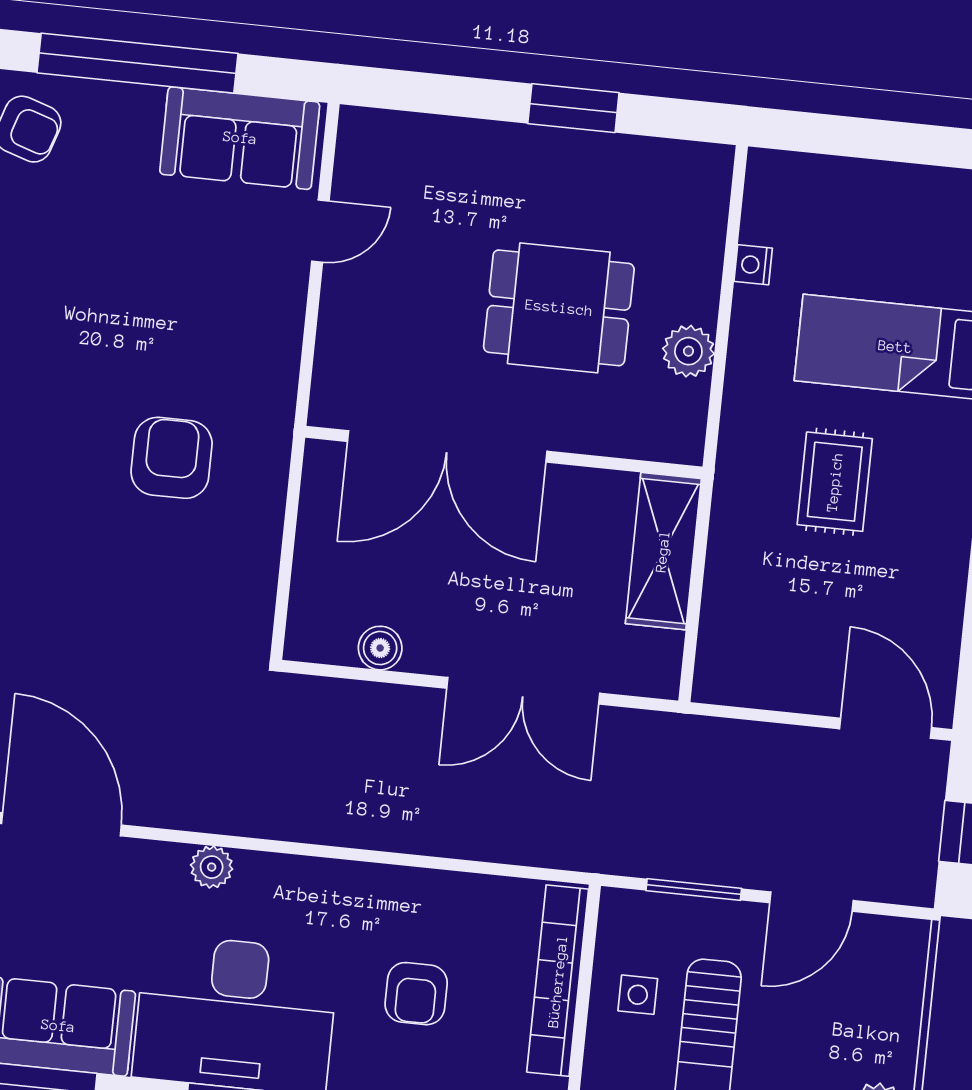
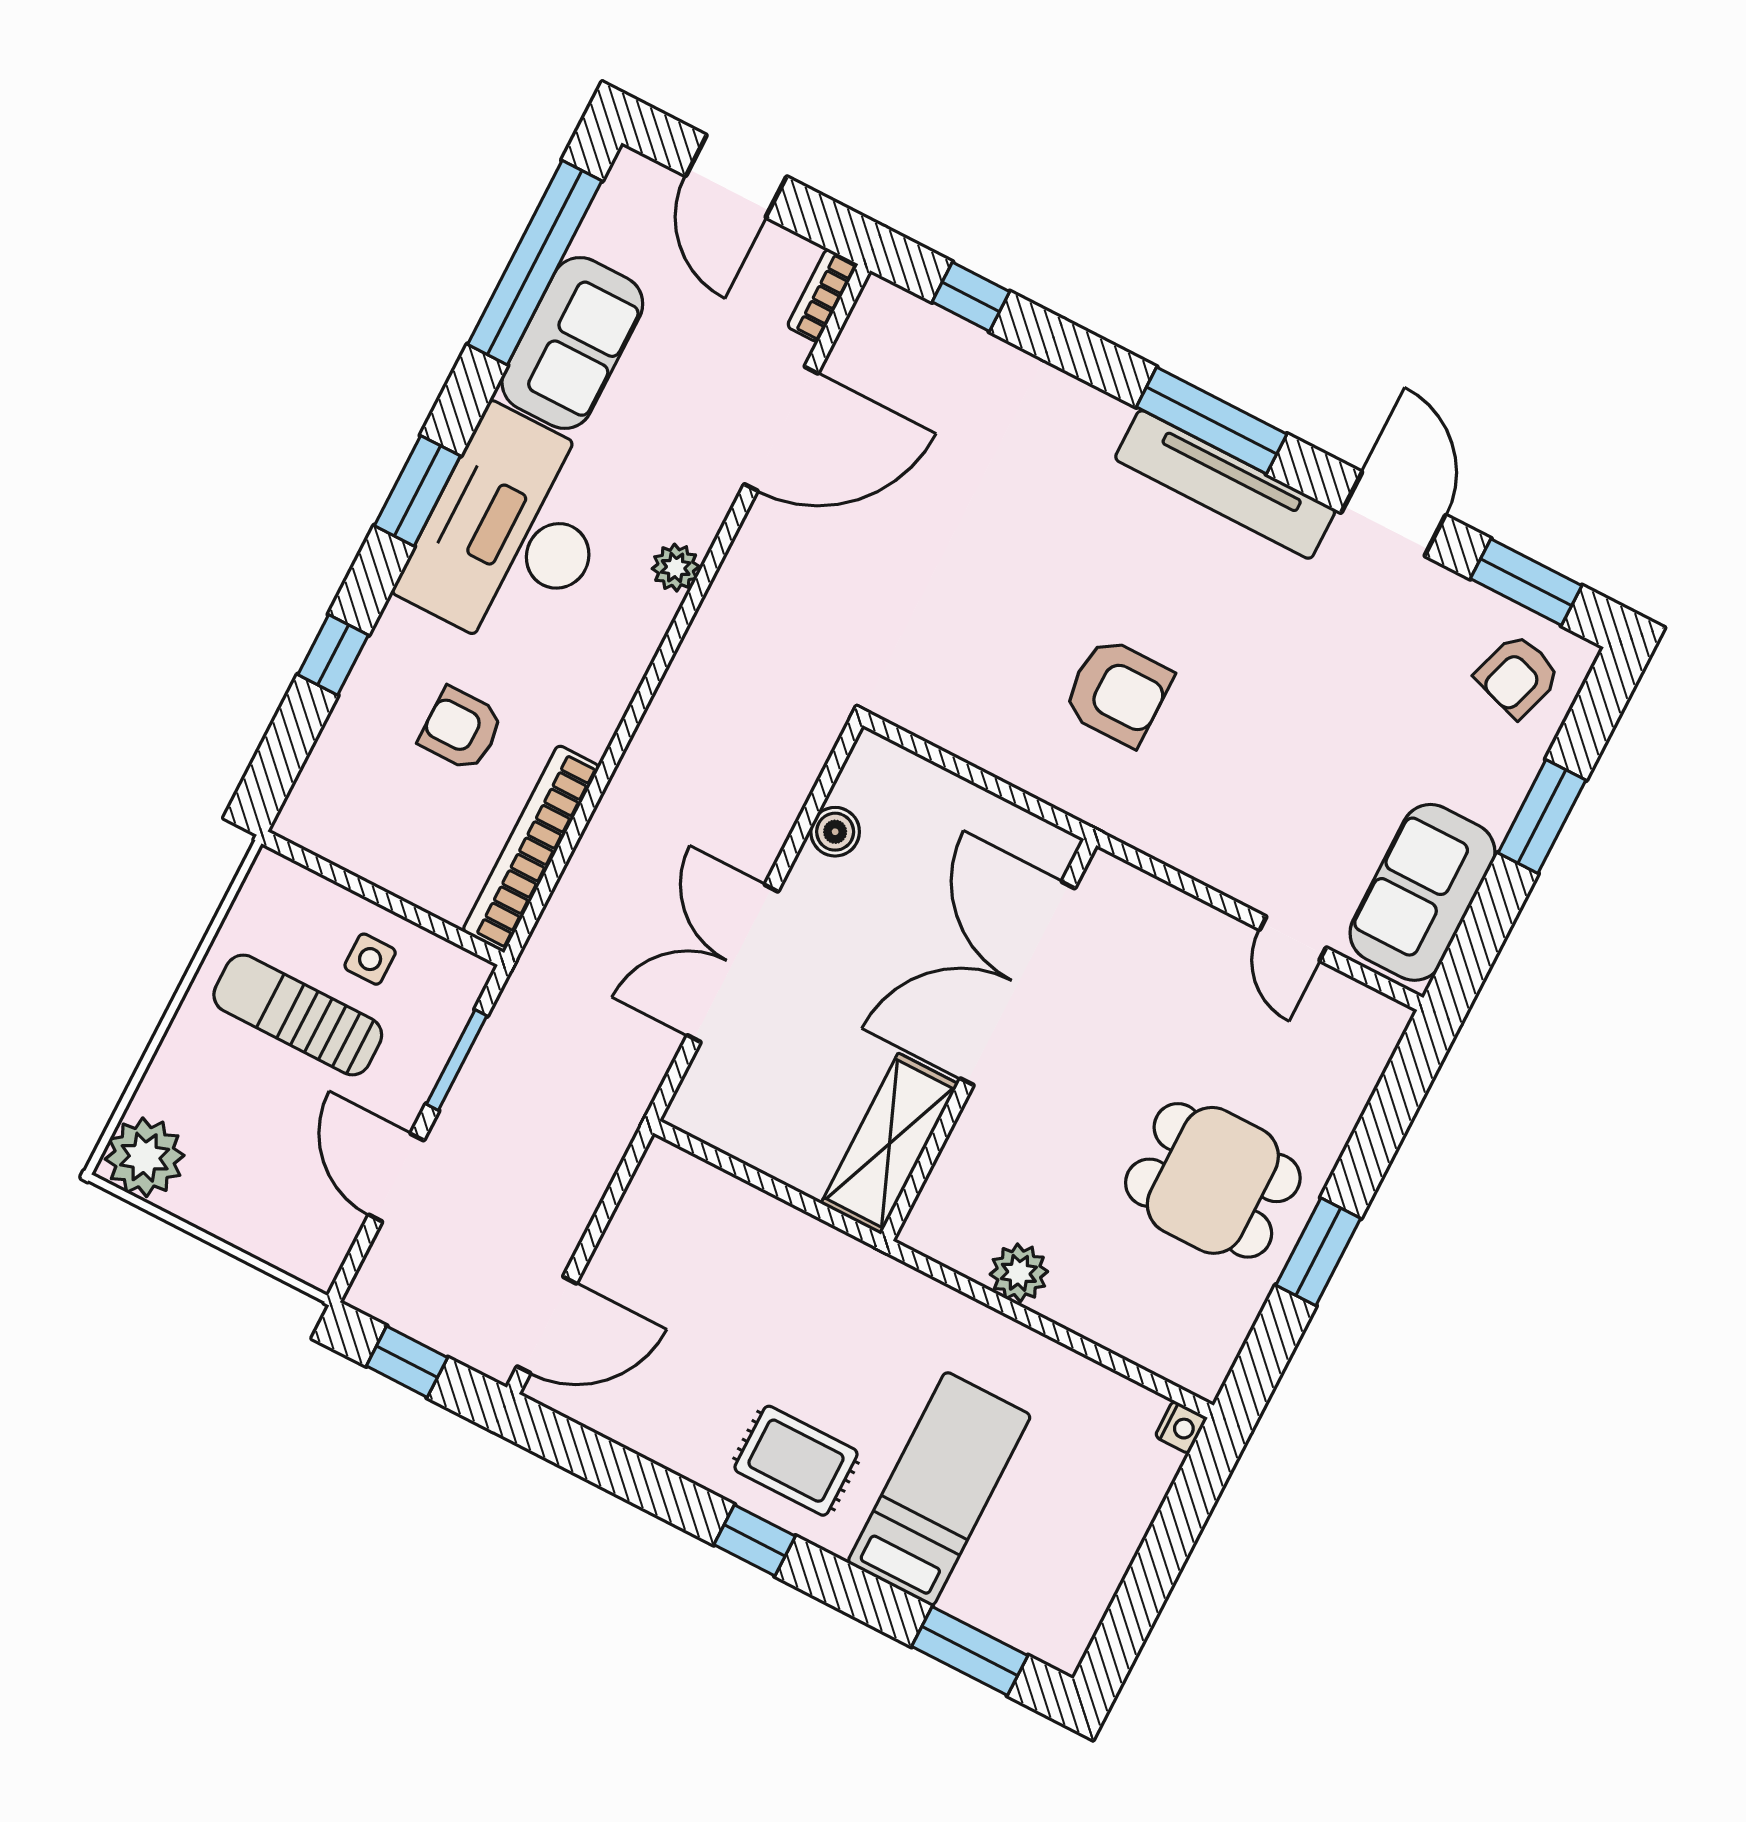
window: (137, 63) -> (1542, 817), width x0.47
nightstand: (753, 265) -> (1181, 1427), moved, turned 90
dining table: (559, 308) -> (1213, 1180), moved, turned 90
rug: (835, 482) -> (796, 1461), moved
shelving: (663, 551) -> (890, 1144), moved, turned 90
bookcase: (558, 981) -> (531, 849), moved, turned -90

